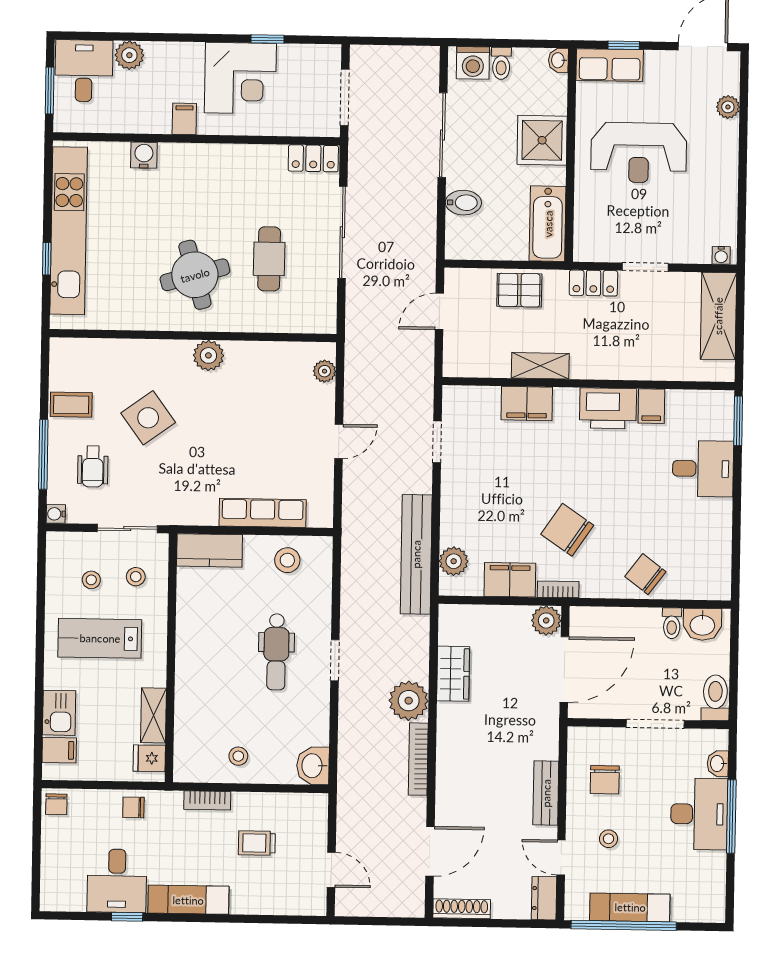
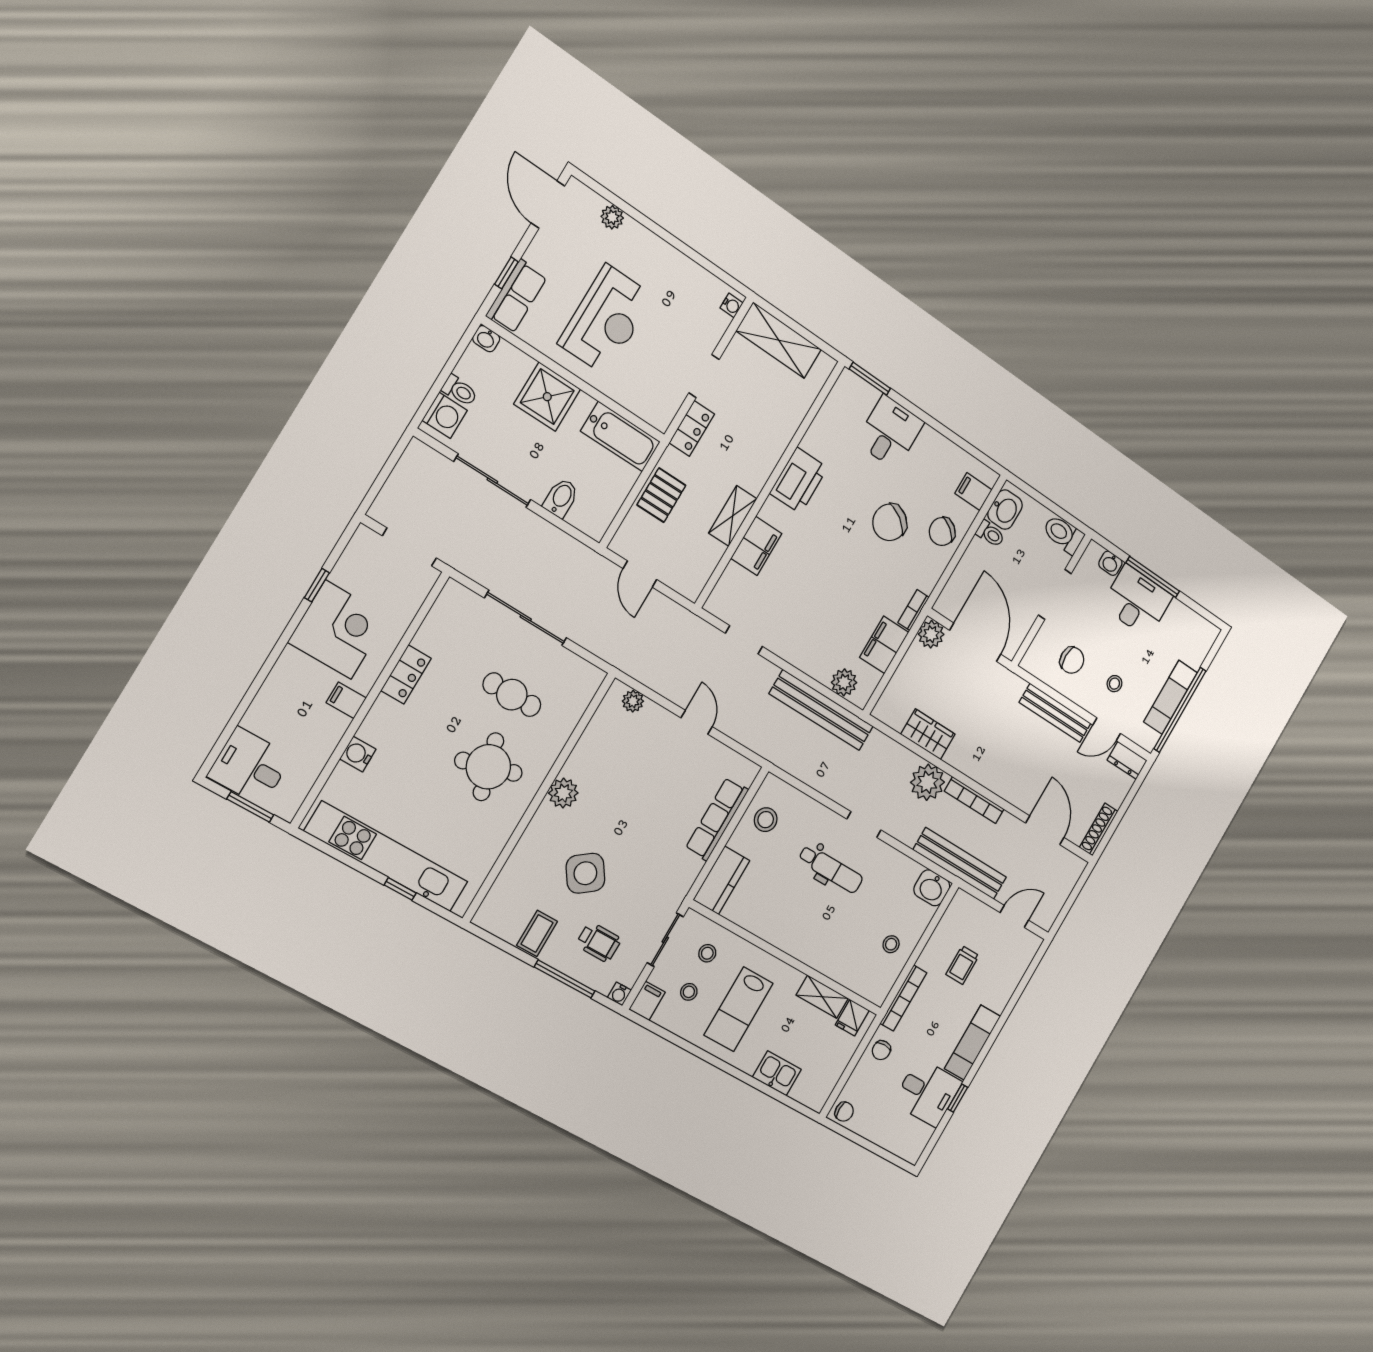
plant: (129, 55) -> (259, 718), removed
locker: (313, 158) -> (406, 674), moved
filing cabinet: (651, 406) -> (973, 492), moved, turned 180
chair: (567, 530) -> (890, 522), moved
filing cabinet: (59, 750) -> (647, 1001), moved
bench: (351, 781) -> (960, 864), added
bench: (546, 793) -> (1055, 713), width x1.36
bookcase: (207, 800) -> (903, 998), width x1.56

